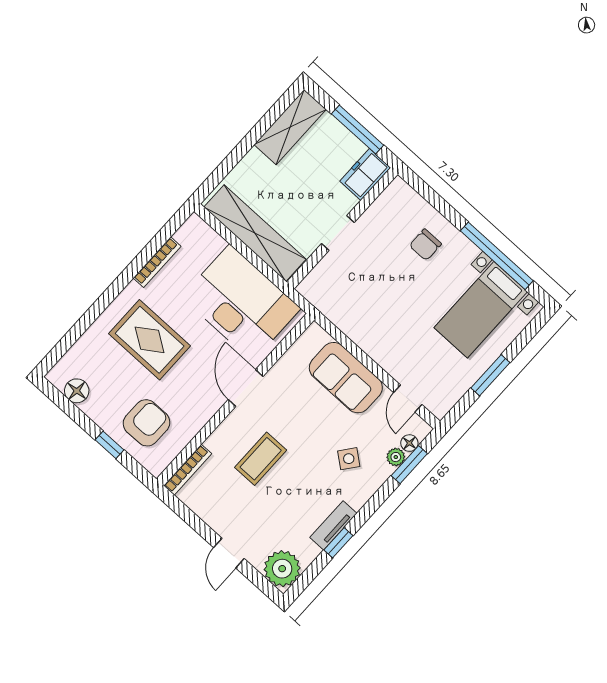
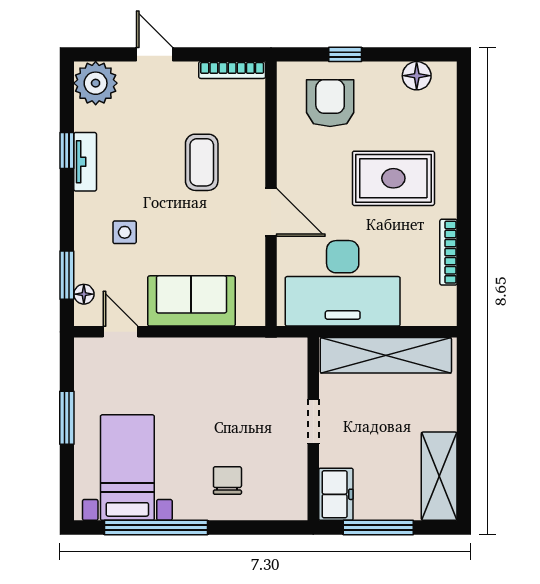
armchair: (147, 423) -> (330, 103), turned 180
plant: (396, 457) -> (85, 271), removed
side table: (349, 459) -> (125, 232), turned -38
bookcase: (188, 470) -> (232, 70), moved, turned -90

